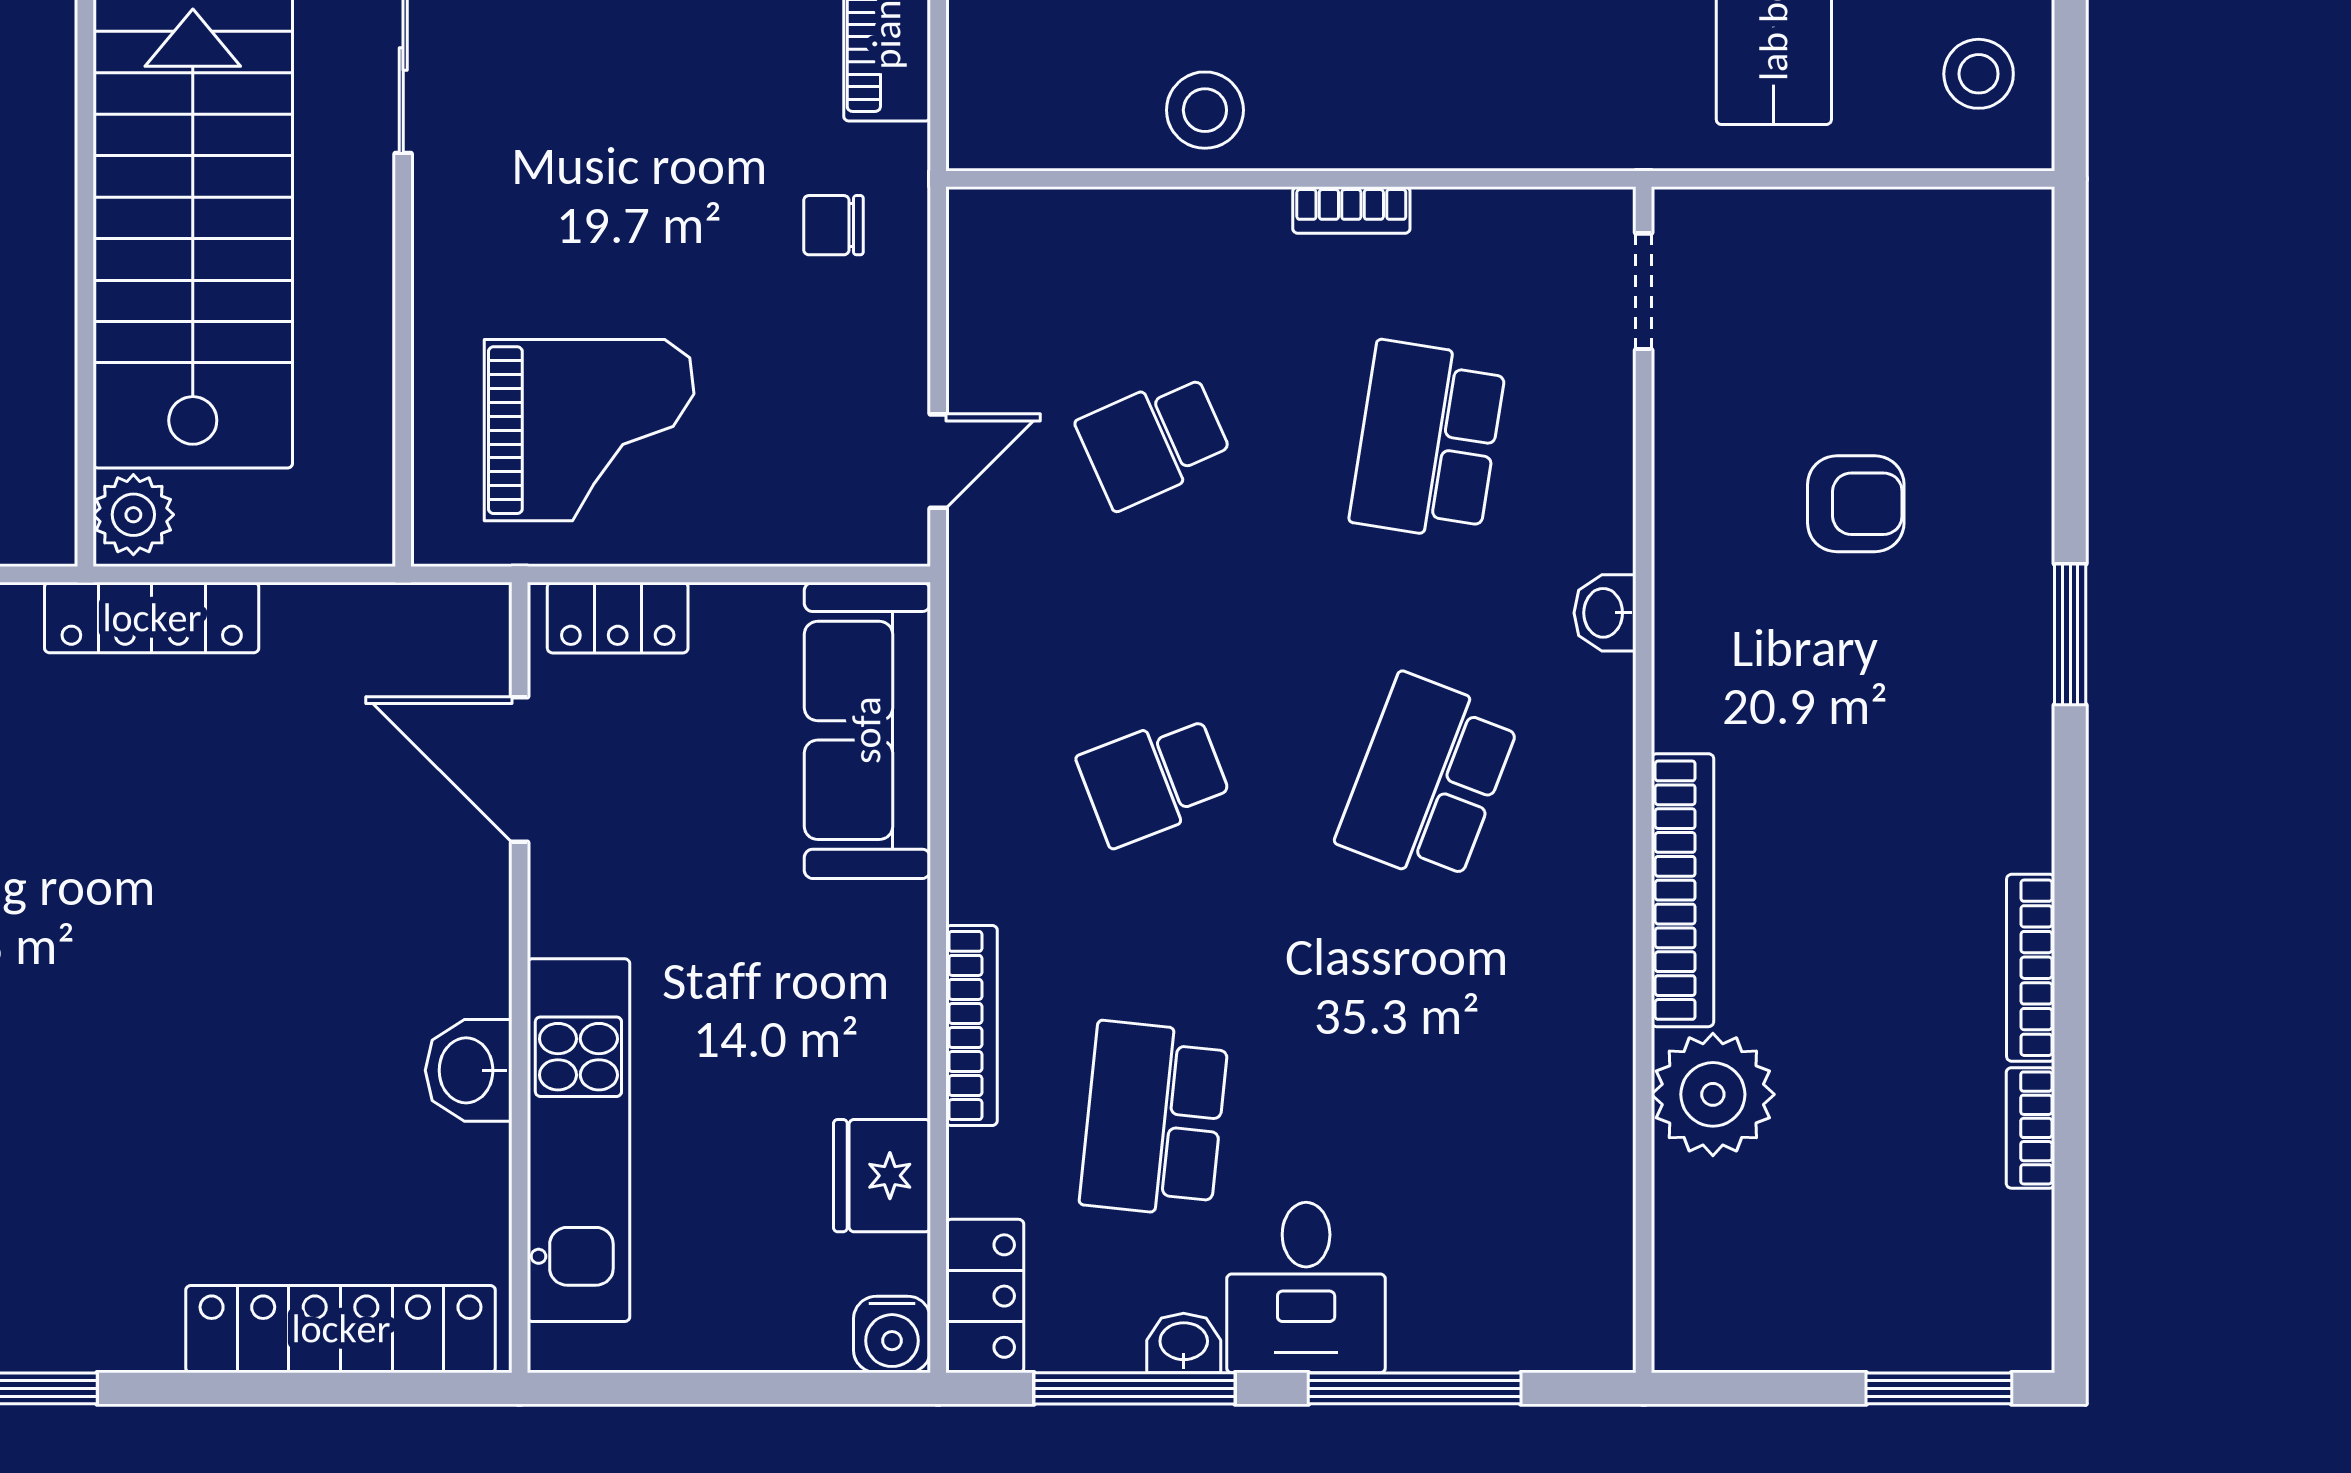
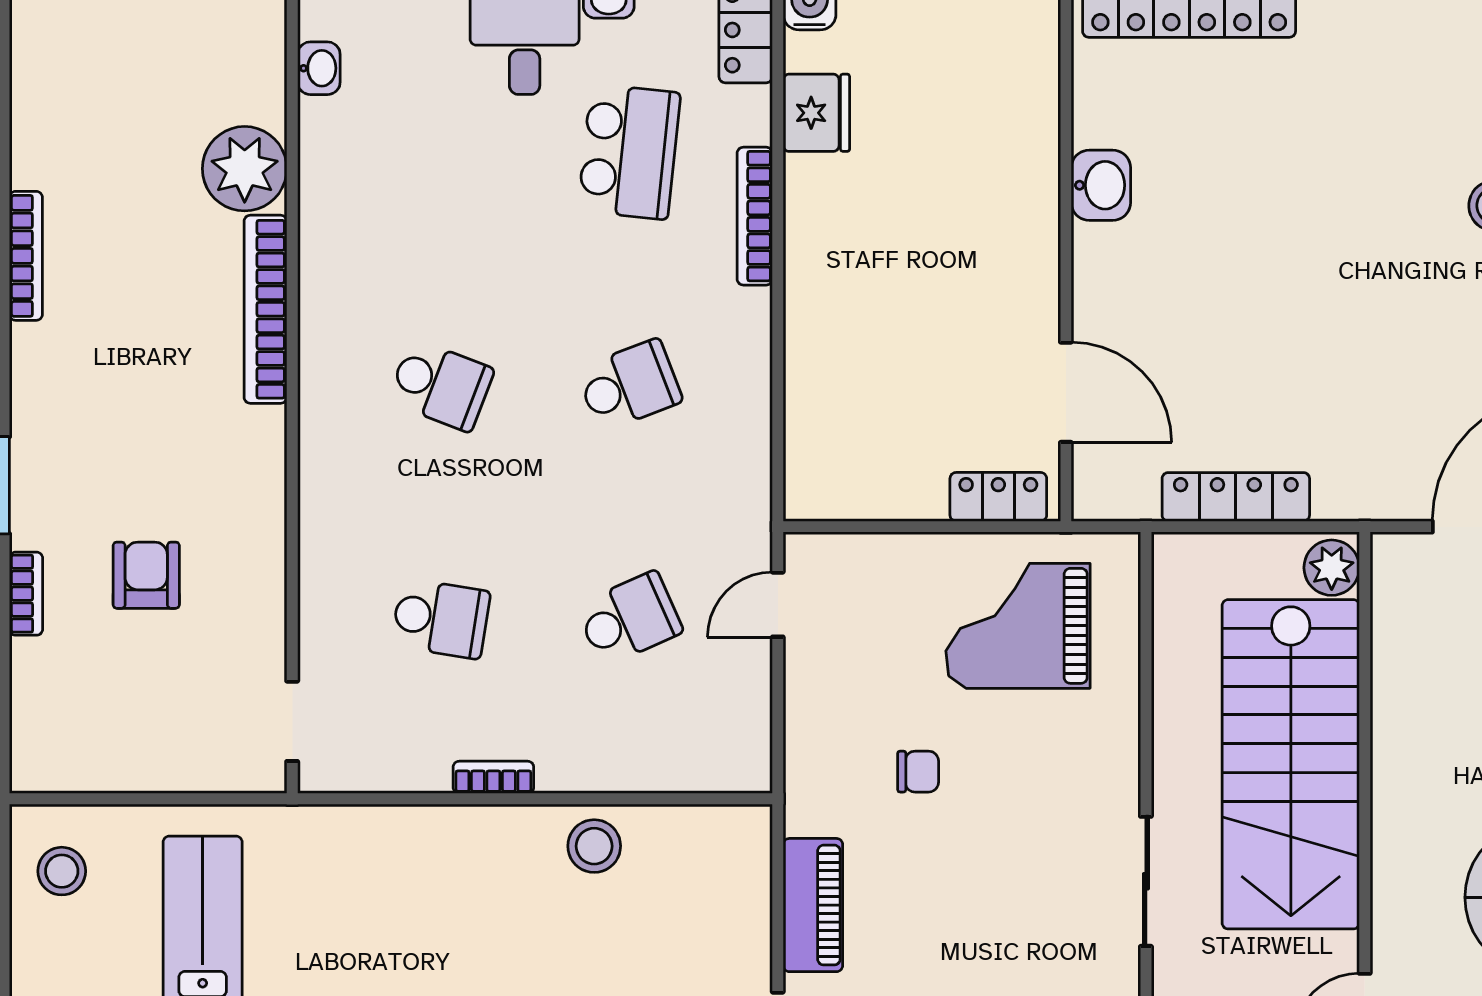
chair: (833, 225) -> (918, 772), moved
school desk: (1428, 441) -> (441, 619), width x0.54
armchair: (1856, 504) -> (146, 575), turned 90
washbasin: (1605, 613) -> (319, 68), moved
locker: (152, 618) -> (1236, 497), moved
sofa: (867, 730) -> (826, 419), removed
school desk: (1428, 780) -> (441, 385), width x0.54
bookcase: (2031, 1128) -> (26, 594), moved
kitchen unit: (578, 1140) -> (1025, 137), removed

